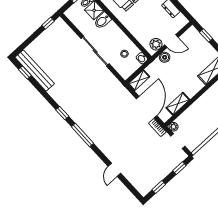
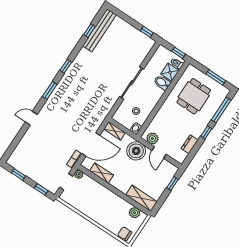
boiler: (165, 57) -> (136, 151), width x1.86, depth x1.86
window: (25, 72) -> (89, 31), moved
window: (82, 135) -> (50, 90), width x0.69
door: (114, 170) -> (31, 118), moved

